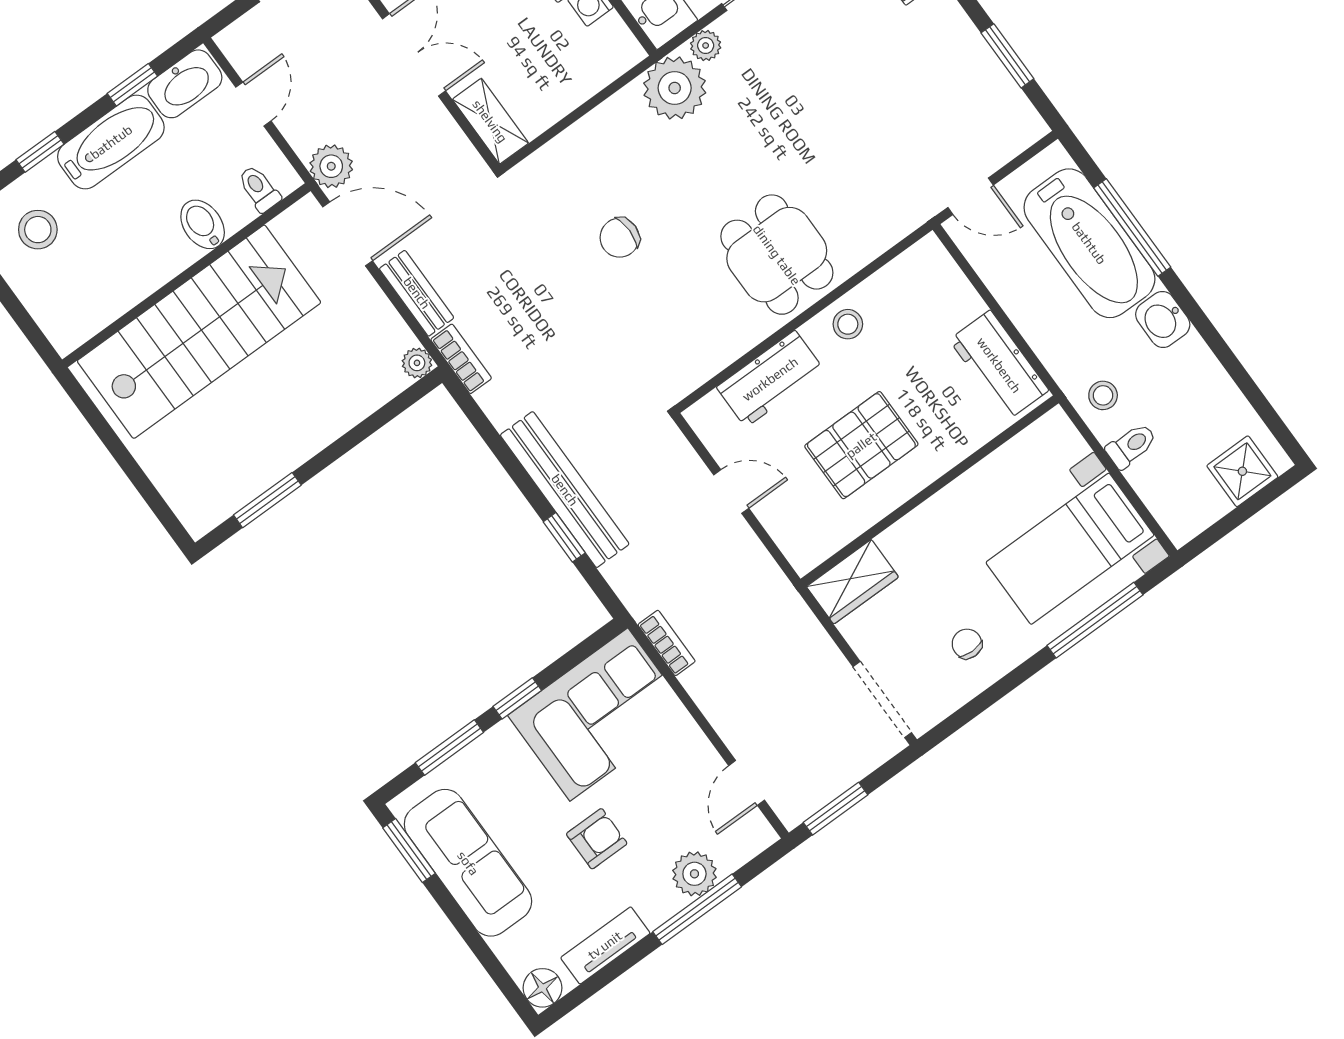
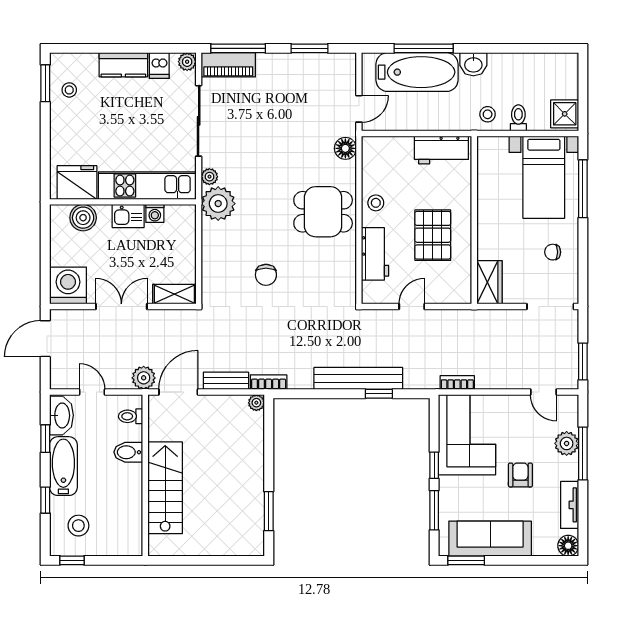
floor lamp: (897, 219) -> (345, 148), added
stairs: (199, 332) -> (165, 488), width x0.73, depth x0.66
shower: (1242, 471) -> (565, 114), moved

